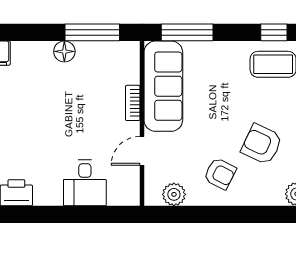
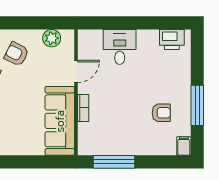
window: (187, 32) -> (42, 162), removed
floor lamp: (64, 51) -> (135, 147), removed
armchair: (30, 97) -> (161, 113), added

